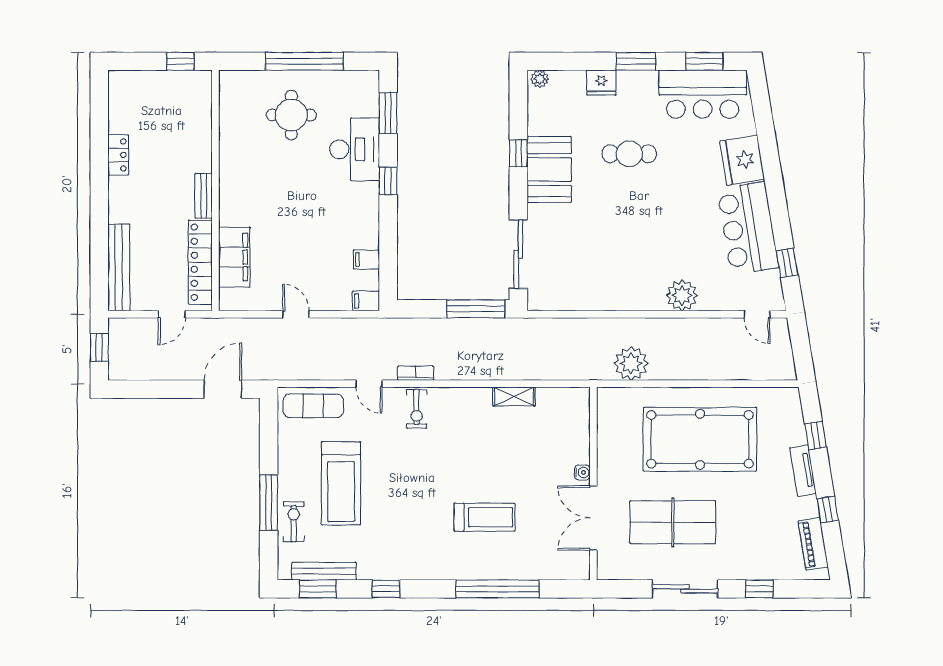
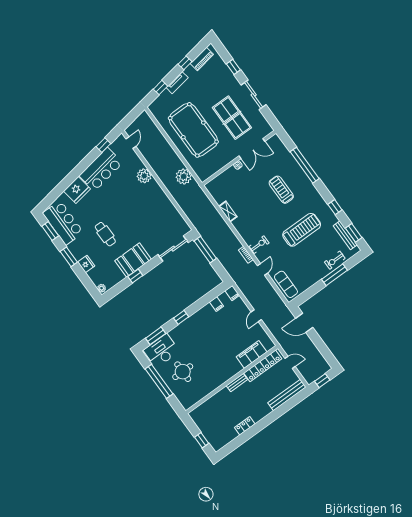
window: (180, 61) -> (202, 440), moved
desk: (355, 149) -> (161, 351), moved
treadmill: (341, 483) -> (302, 230), moved

